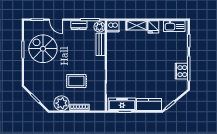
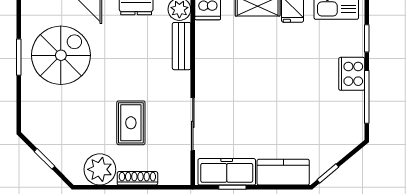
spiral stairs: (43, 49) -> (61, 55), turned 90
cooker: (182, 71) -> (352, 74), moved
rug: (76, 81) -> (131, 123), turned 90

